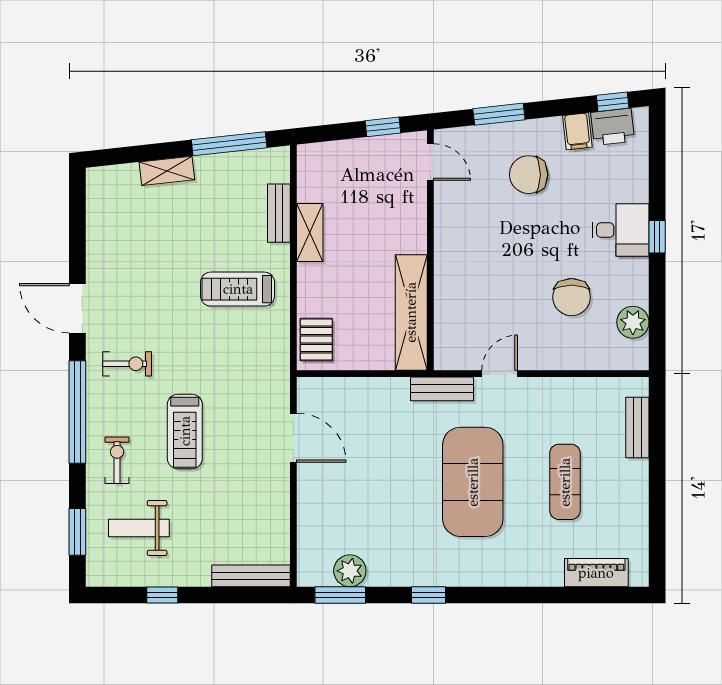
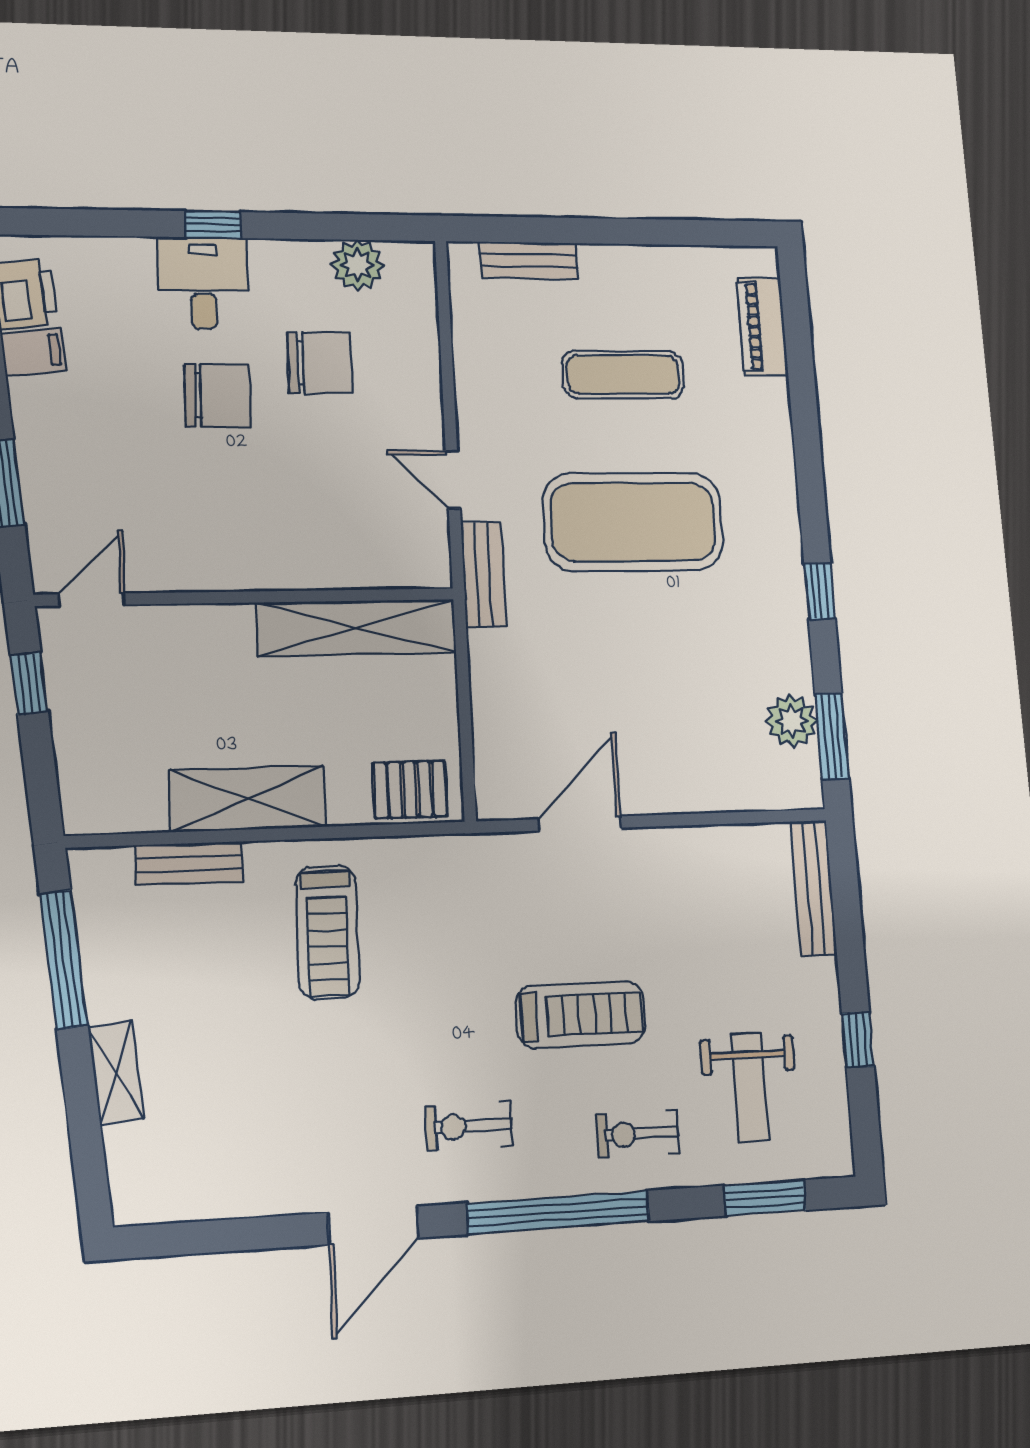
chair: (529, 175) -> (218, 396), moved, turned -90
shelving: (310, 232) -> (248, 799), width x1.50, depth x1.33
exercise bike: (127, 364) -> (469, 1126), turned -90

